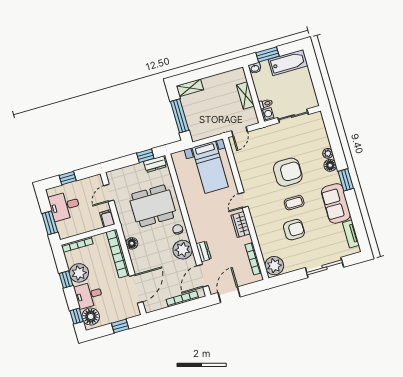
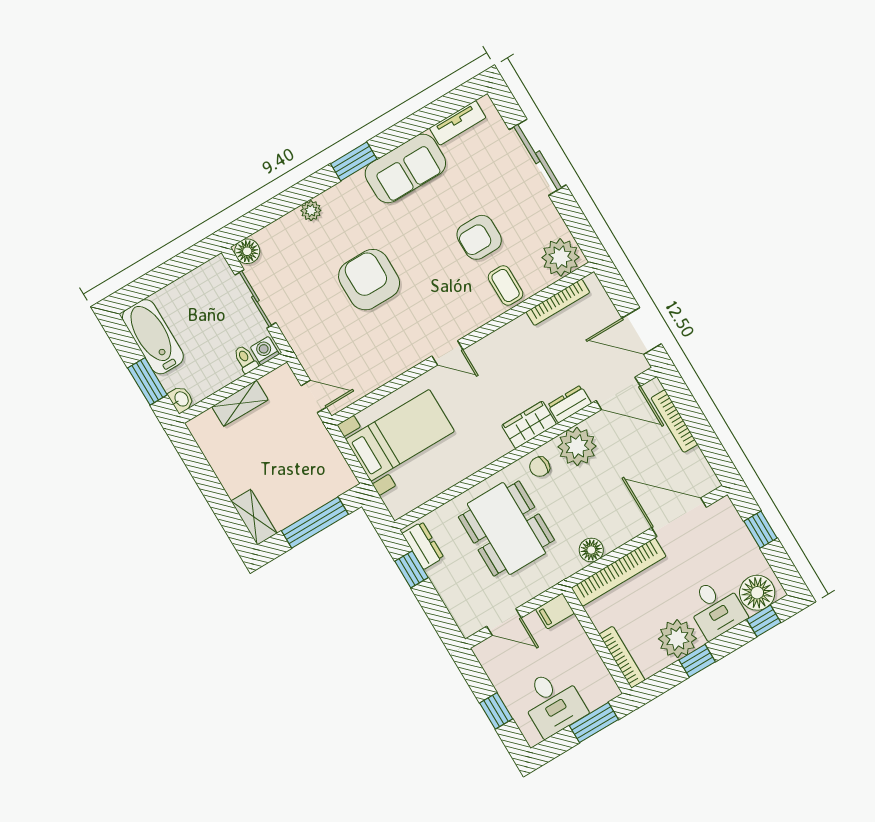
floor lamp: (330, 165) -> (247, 251), moved
coffee table: (294, 203) -> (506, 285), moved
wardrobe: (241, 225) -> (529, 425), moved, turned 180
armchair: (294, 230) -> (479, 237), turned -90

